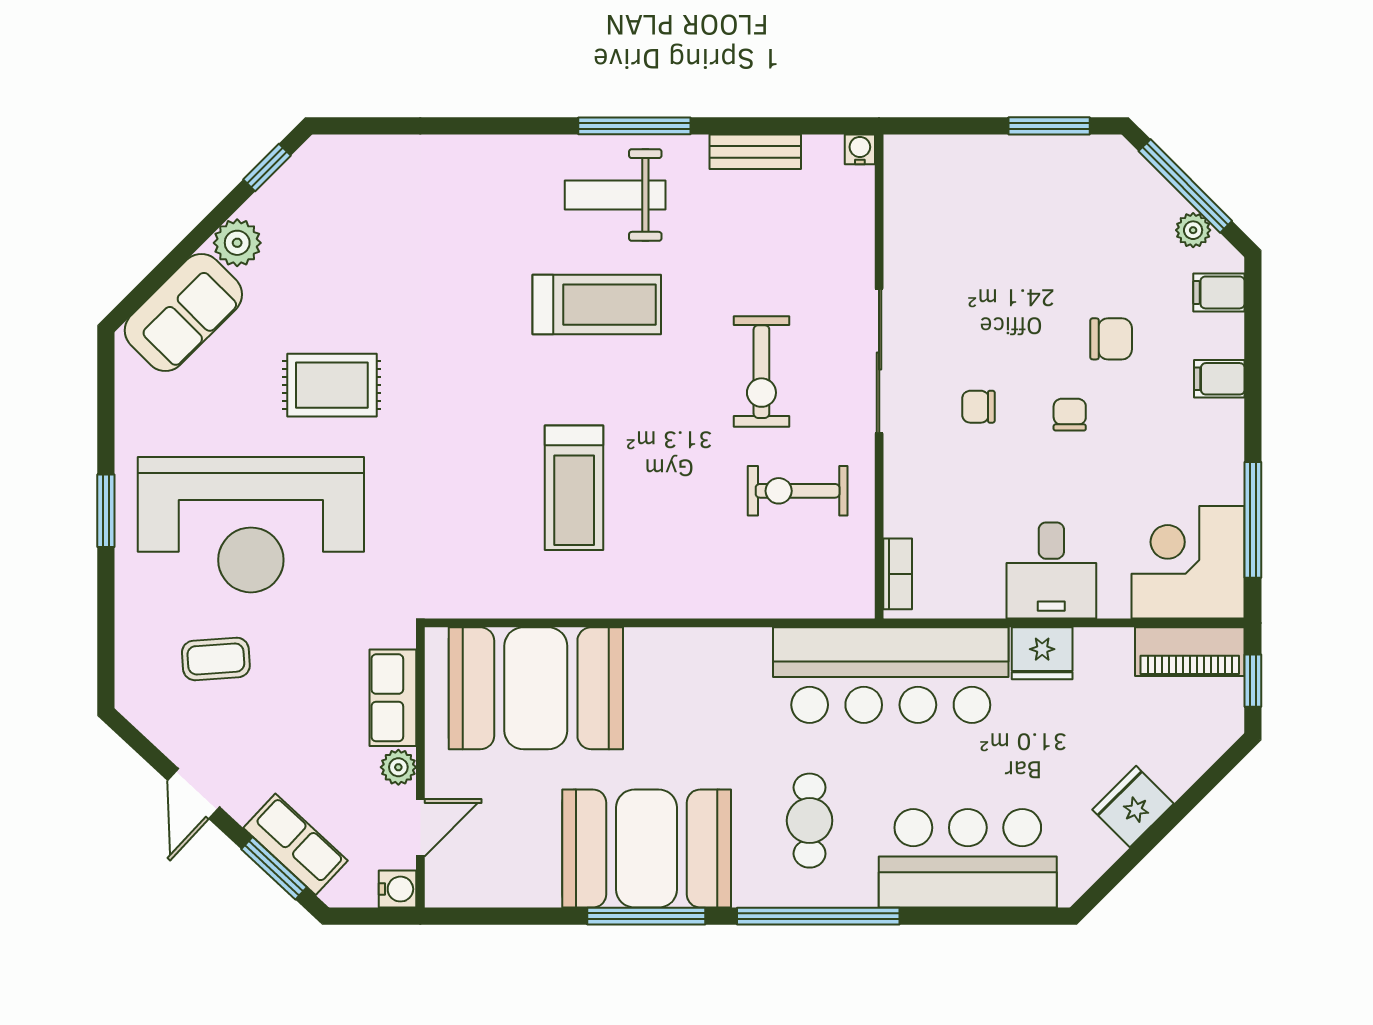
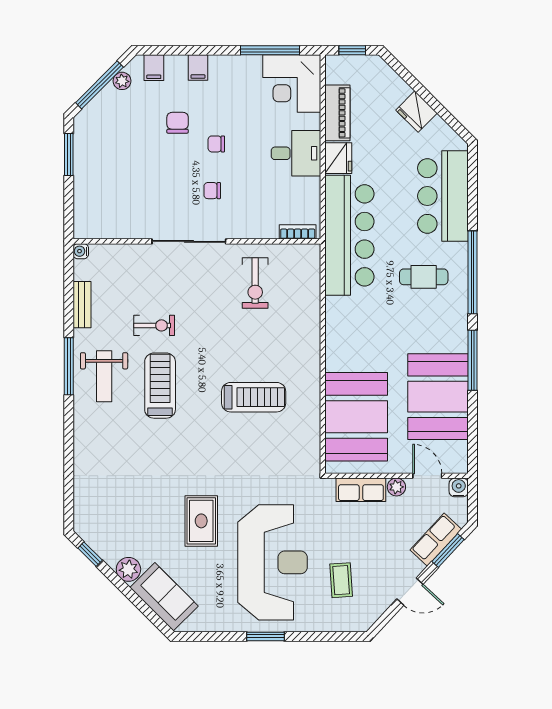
exercise bike: (761, 372) -> (154, 325), moved, width x0.73, depth x0.72
chair: (978, 407) -> (212, 191), turned 90
piano: (1190, 652) -> (337, 113), moved
booth: (647, 849) -> (438, 397), moved

